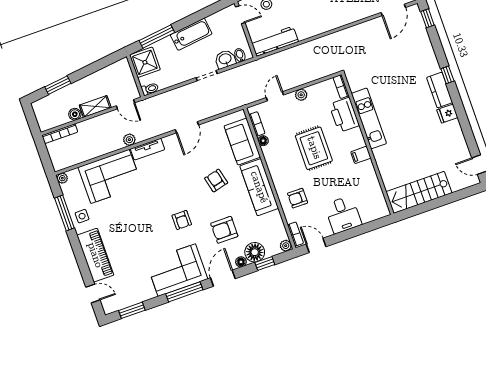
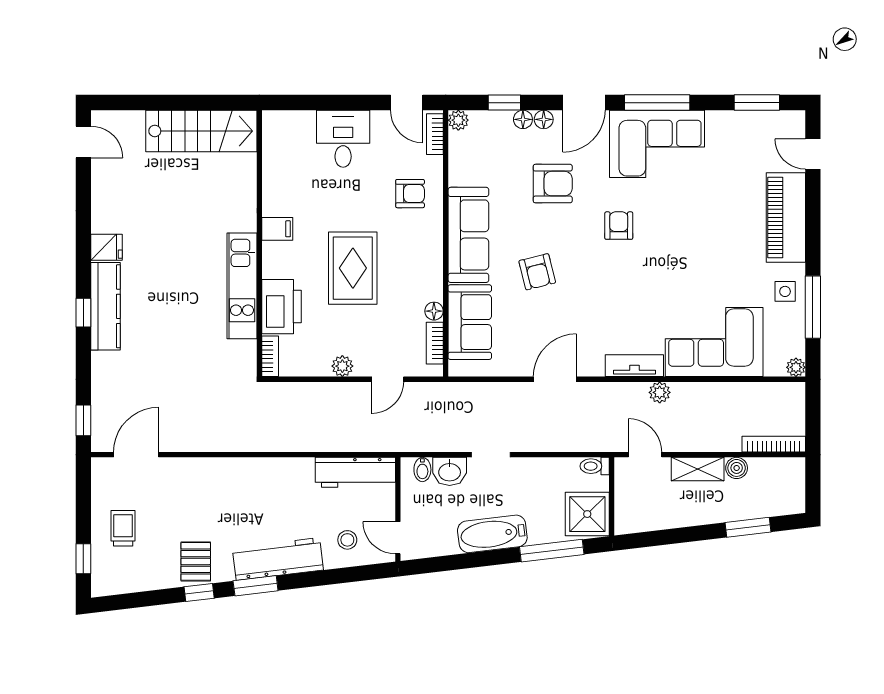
kitchen counter: (440, 90) -> (106, 306), width x1.50
floor lamp: (255, 252) -> (523, 119), width x0.53, depth x0.53

